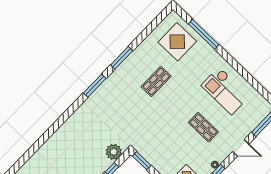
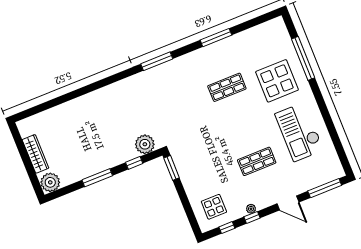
display table: (177, 42) -> (277, 81), moved
window: (122, 58) -> (216, 38), moved
shop shelf: (203, 127) -> (257, 161), turned 90

